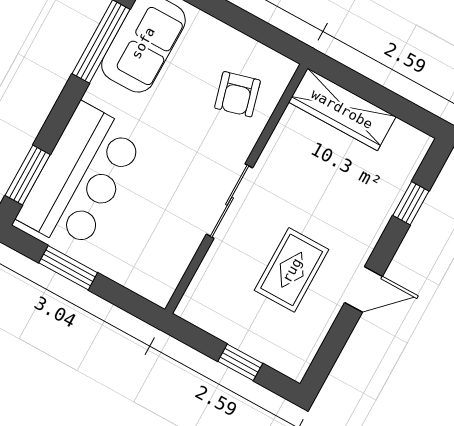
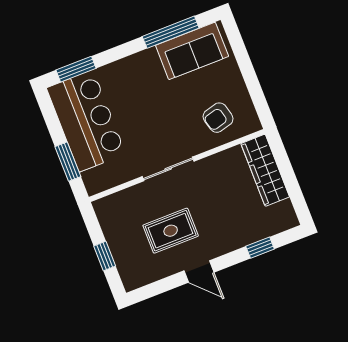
bar counter: (81, 177) -> (86, 121), moved, turned -90
window: (68, 268) -> (68, 162), moved

